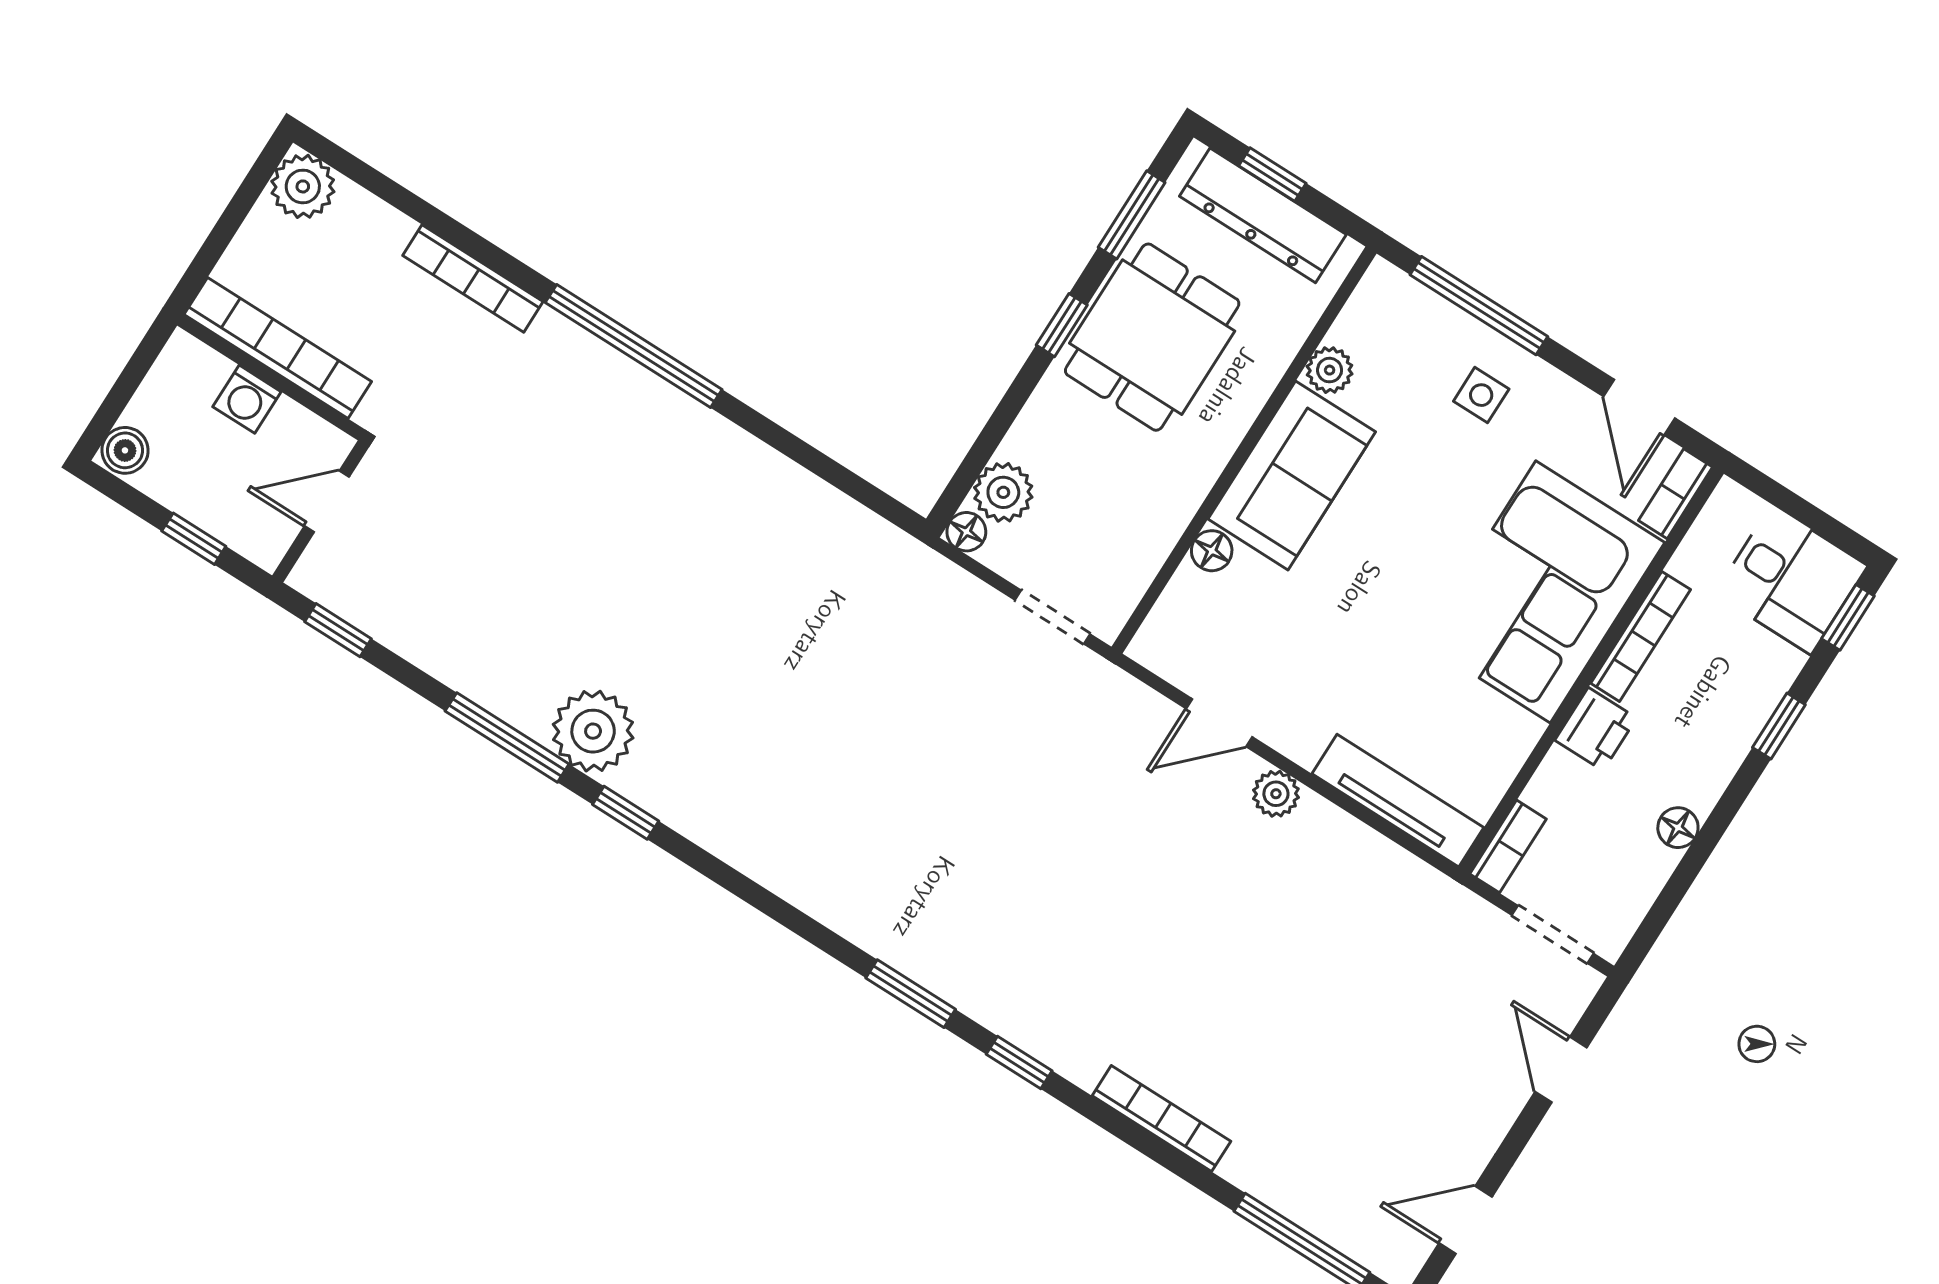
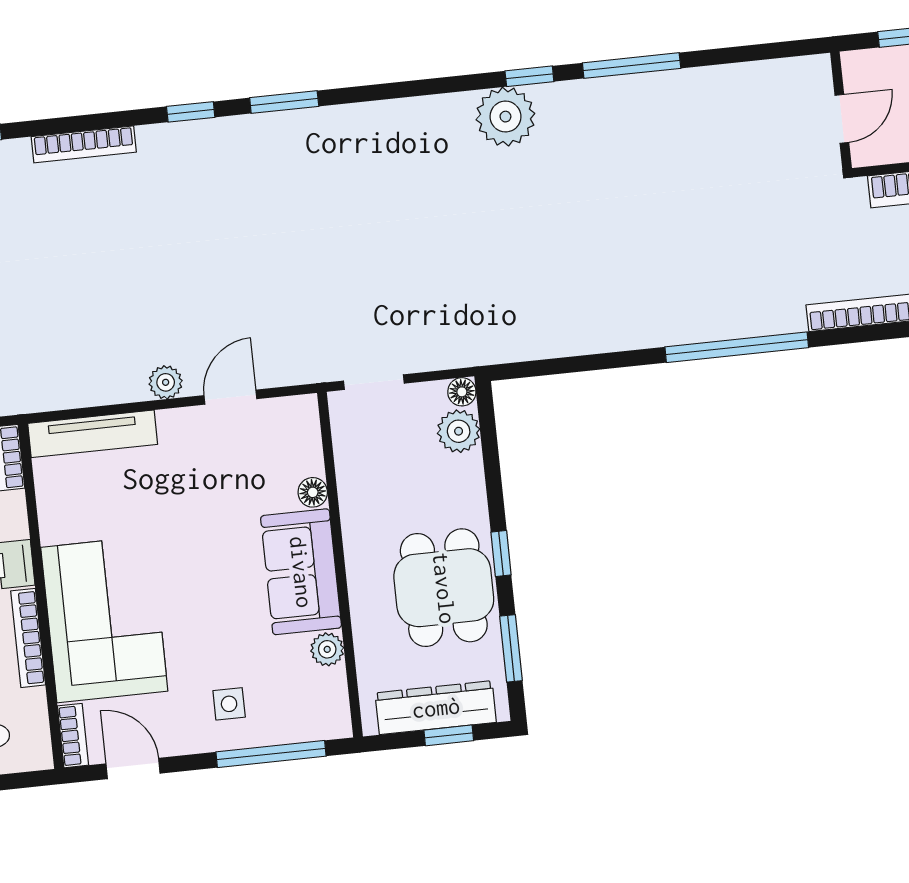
window: (338, 630) -> (777, 50), removed
plant: (593, 731) -> (505, 117), moved

